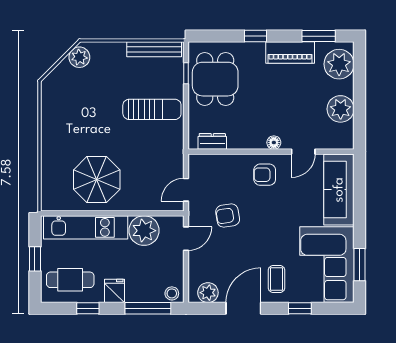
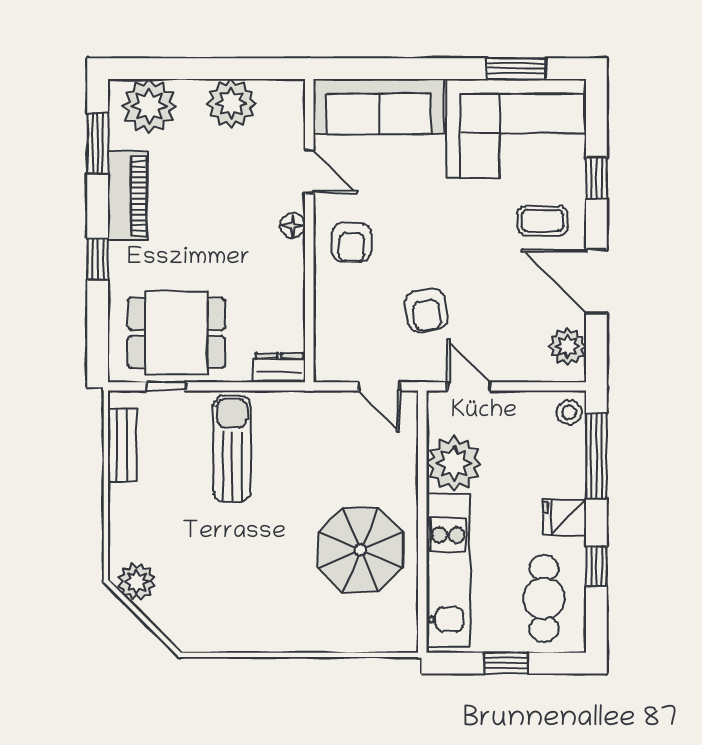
bench: (154, 49) -> (122, 445), width x0.73
dresser: (212, 141) -> (279, 368), moved, turned 90

